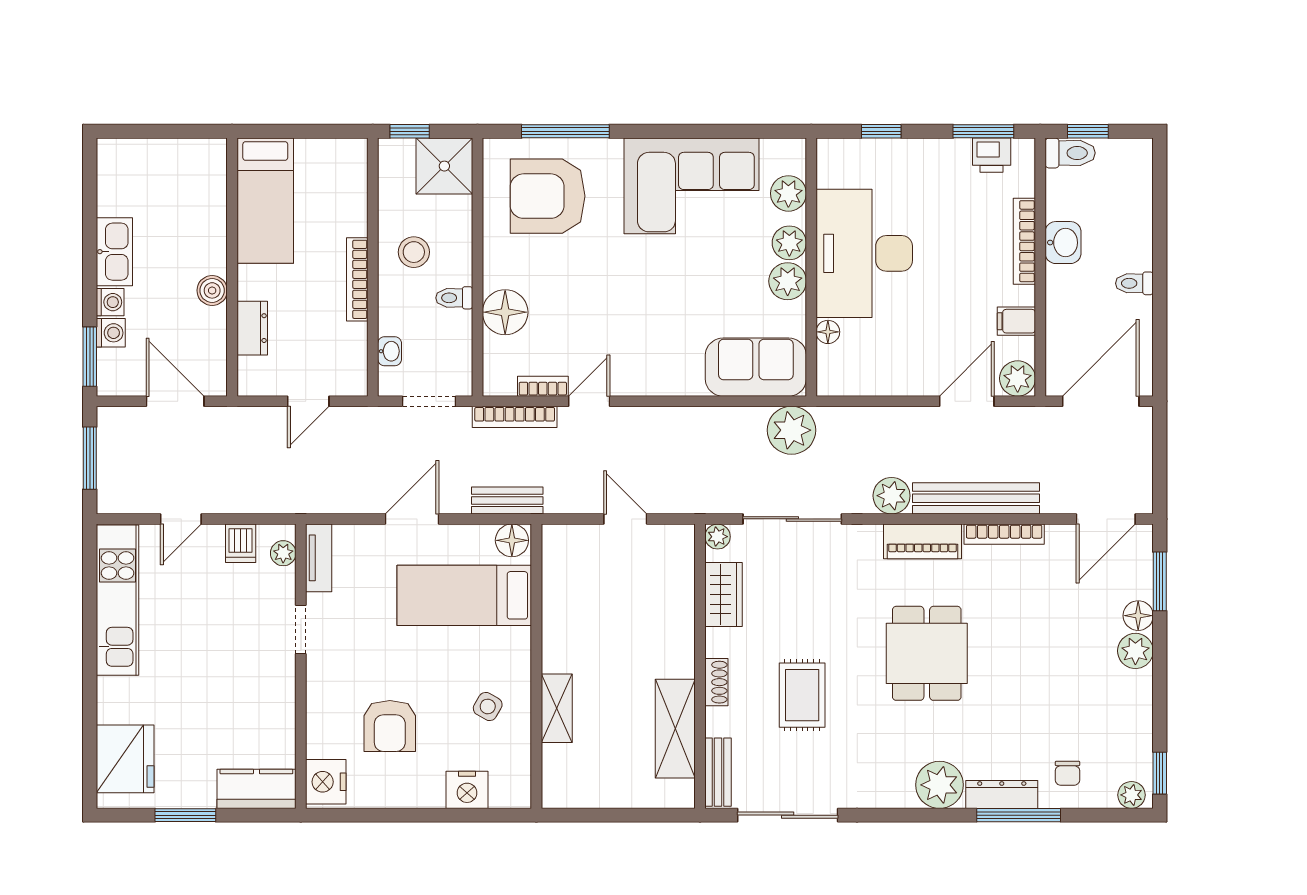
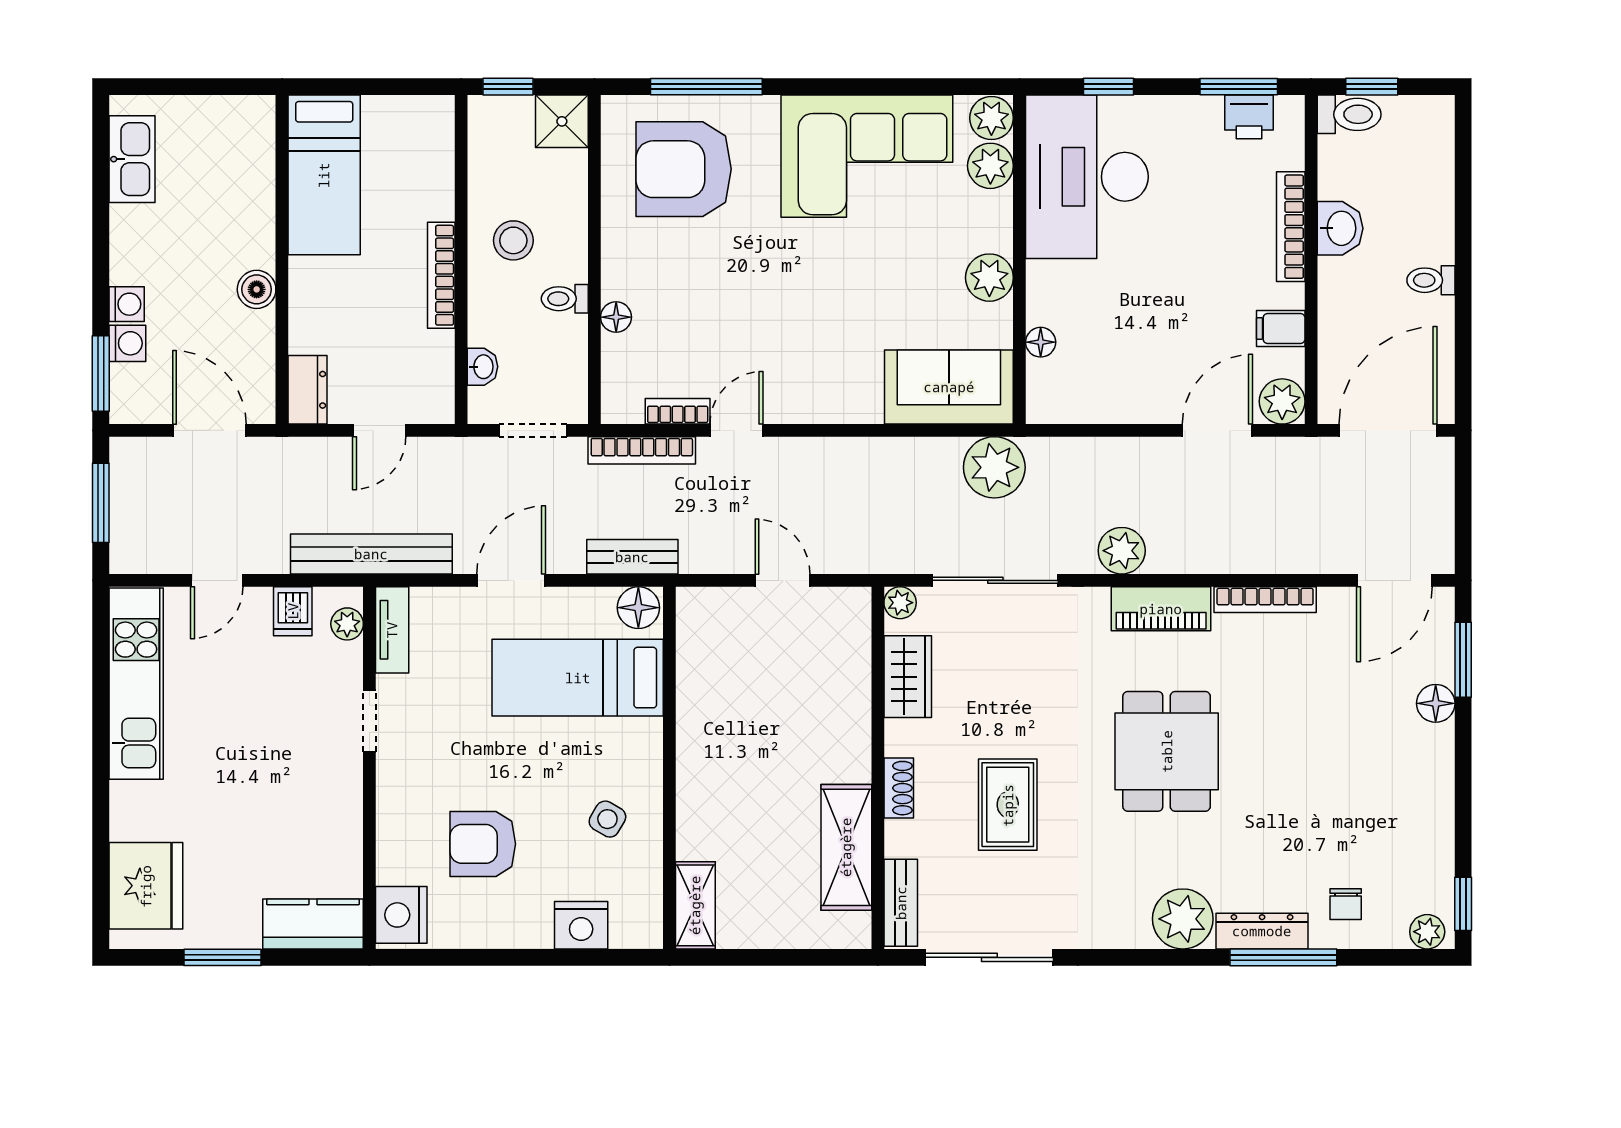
shower: (444, 166) -> (562, 121), width x0.73, depth x0.73
plant: (789, 243) -> (991, 118), moved
kitchen sink: (114, 252) -> (132, 159), moved
desk: (864, 253) -> (1087, 177), moved
floor lamp: (505, 312) -> (616, 317), width x0.53, depth x0.53
dresser: (252, 328) -> (308, 390), moved
bench: (976, 498) -> (371, 554), moved
plant: (1135, 651) -> (1432, 748), removed
shelving: (557, 708) -> (695, 905), moved
armchair: (390, 726) -> (483, 844), turned 90

